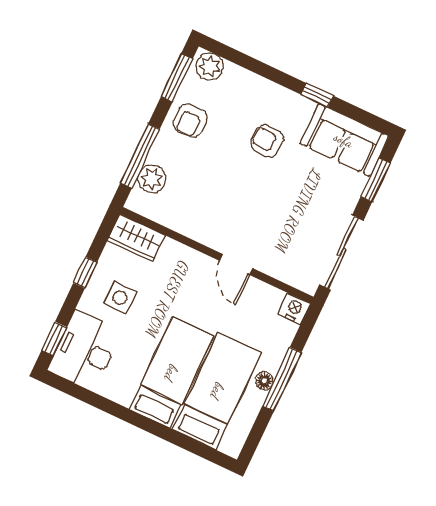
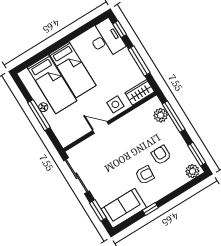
armchair: (190, 121) -> (161, 155), moved
window: (85, 273) -> (139, 61), width x2.17
side table: (120, 298) -> (115, 104), moved
nightstand: (294, 309) -> (66, 140), removed

